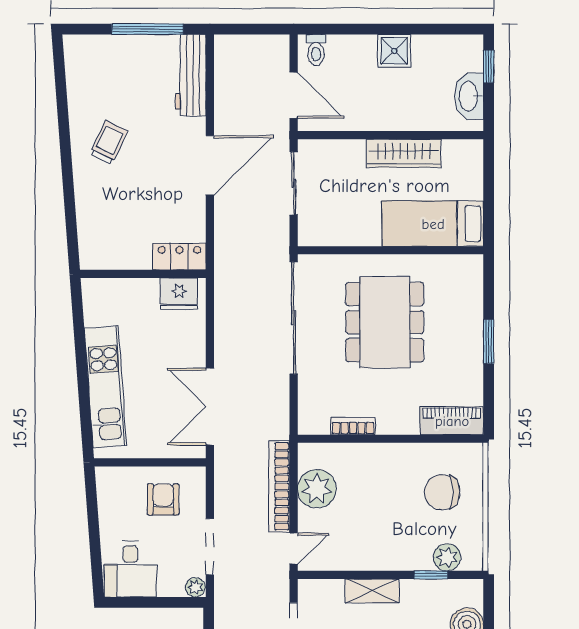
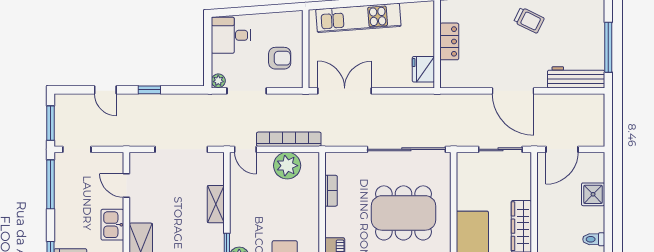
toilet: (316, 50) -> (594, 239), moved
shower: (394, 51) -> (593, 194), moved
locker: (179, 257) -> (449, 41), moved

